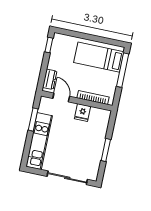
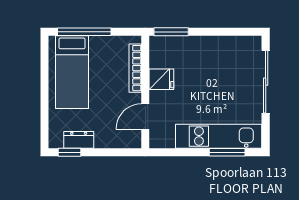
dresser: (50, 79) -> (79, 140), moved
window: (33, 119) -> (227, 152), moved
window: (106, 150) -> (171, 32), moved

